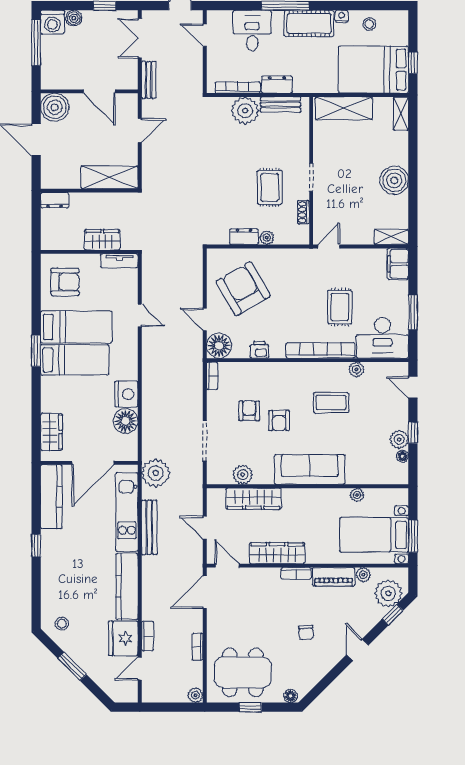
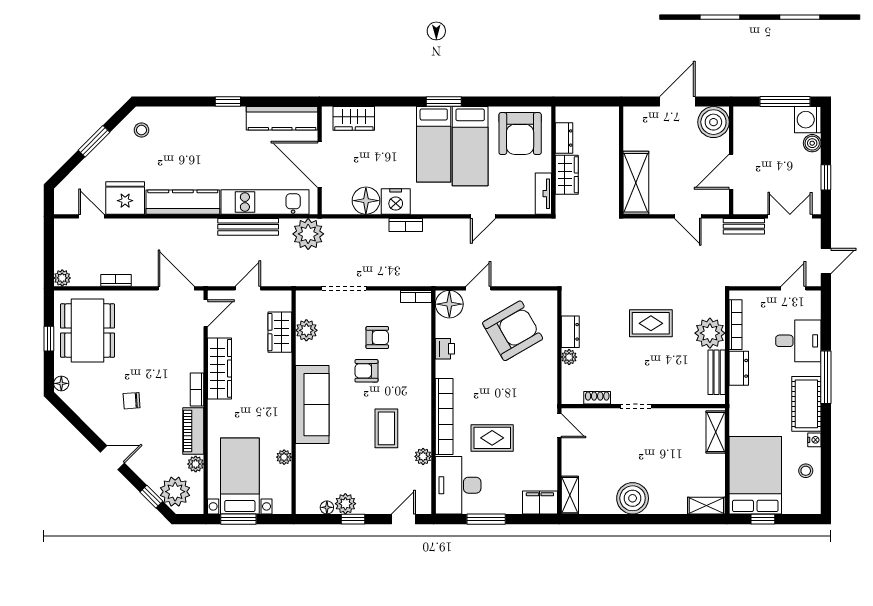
shelving: (344, 108) -> (716, 432), width x0.67, depth x0.75
rug: (270, 187) -> (651, 323), moved
dresser: (55, 200) -> (564, 138), moved, turned 180
armchair: (65, 282) -> (520, 134), width x1.36, depth x1.36
wardrobe: (253, 499) -> (280, 332), width x0.67
bookcase: (148, 636) -> (406, 225), moved

